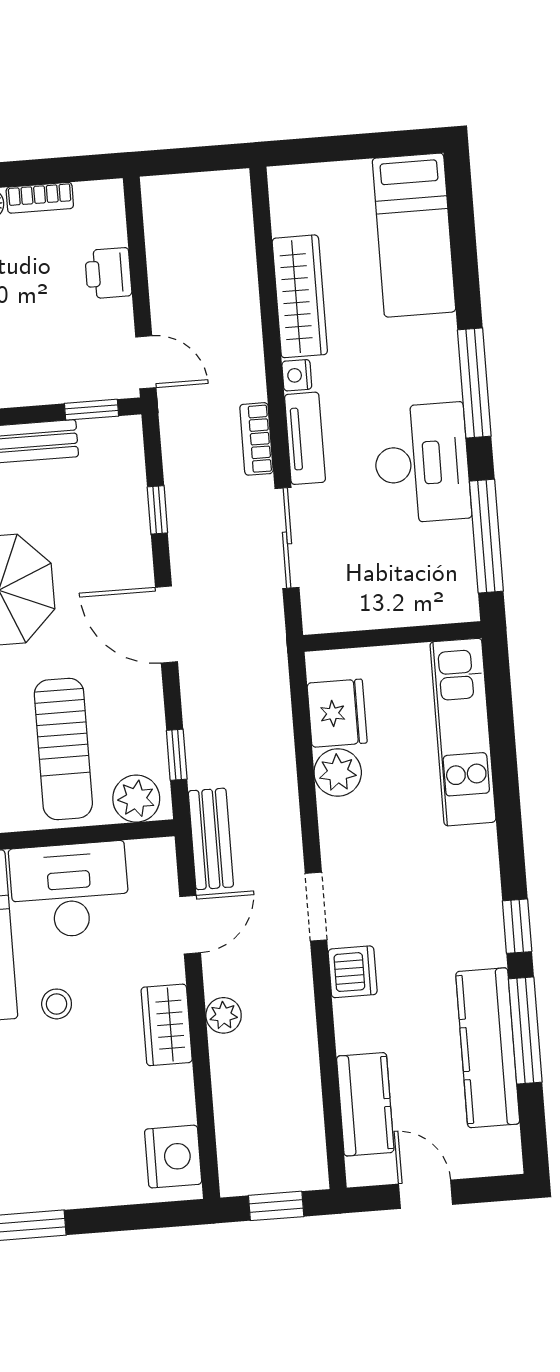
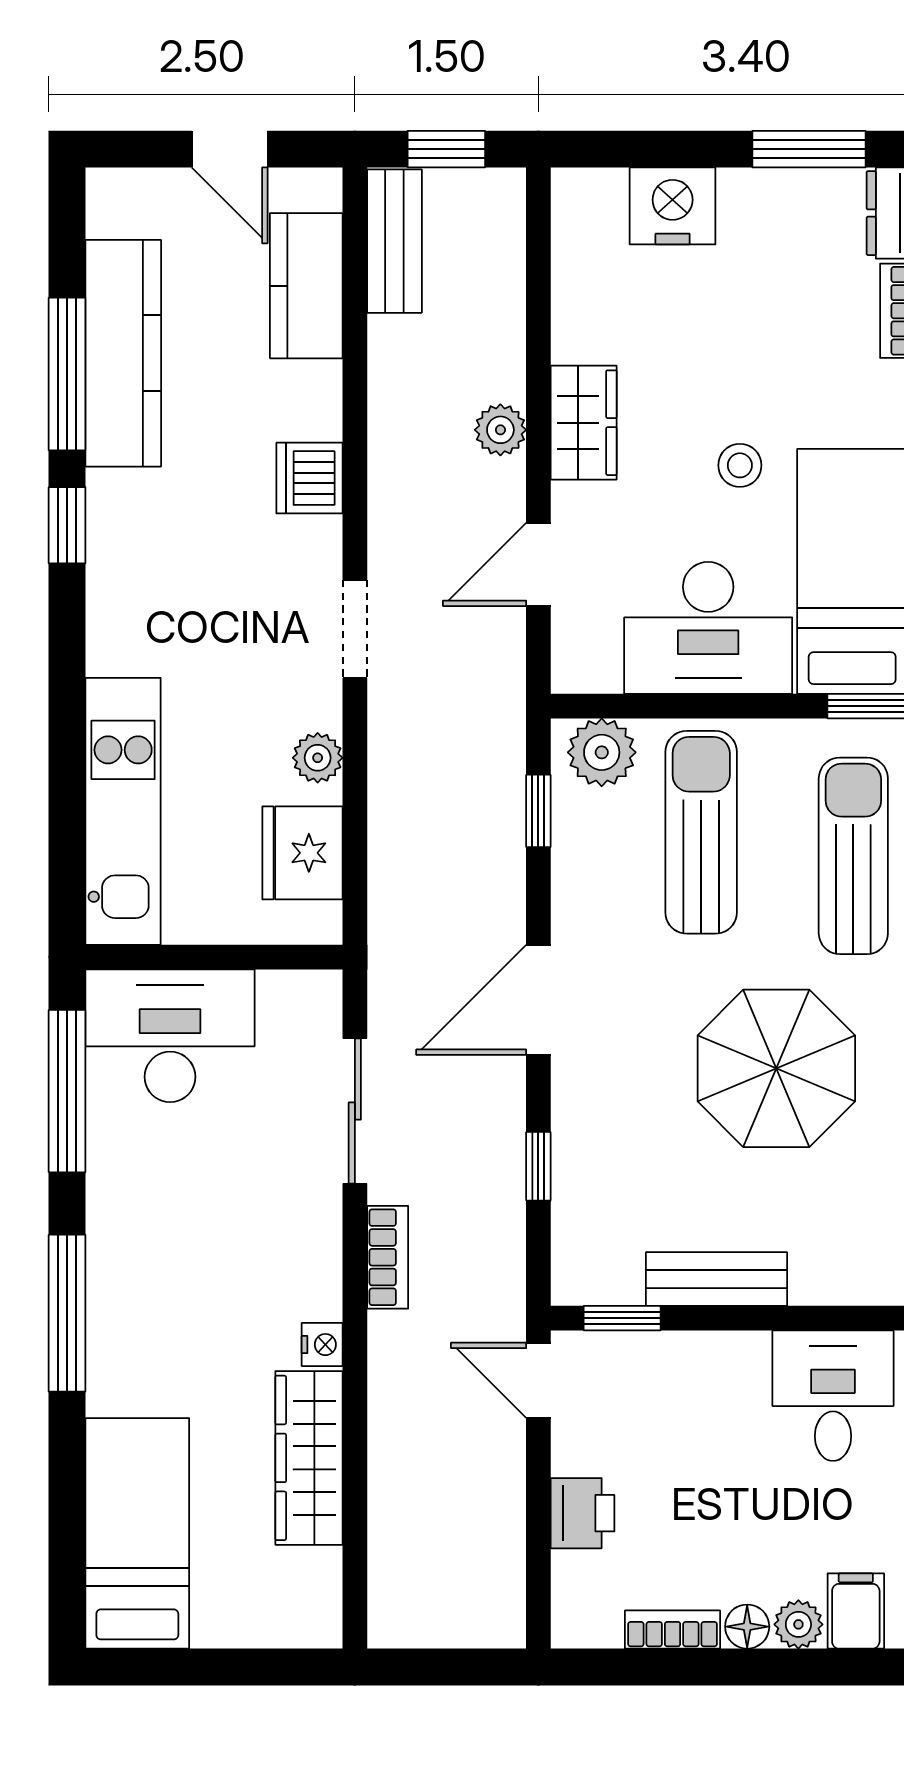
tv unit: (305, 438) -> (318, 1253), removed
desk: (422, 463) -> (170, 1036), moved, turned 90
door: (166, 625) -> (538, 1000), swing flipped
plant: (338, 773) -> (318, 758), width x0.73, depth x0.73
bench: (211, 839) -> (394, 241), moved
doorway: (316, 907) -> (355, 629), moved
nightstand: (173, 1157) -> (673, 206), moved, turned 90

